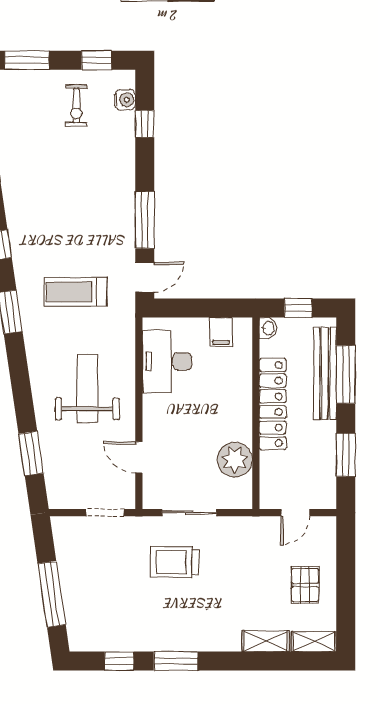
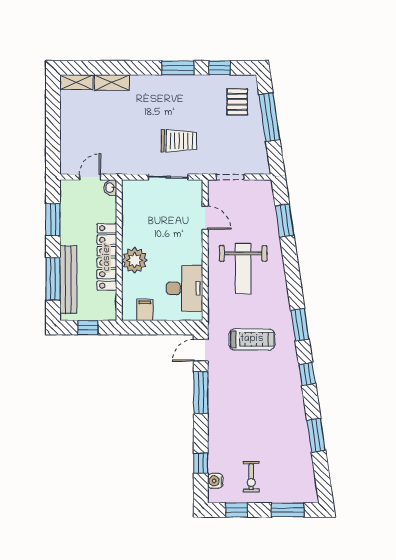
exercise bike: (76, 106) -> (251, 477), turned 180
washbasin: (268, 328) -> (110, 188), moved
plant: (235, 460) -> (135, 260), moved
pallet: (305, 585) -> (237, 102), moved

